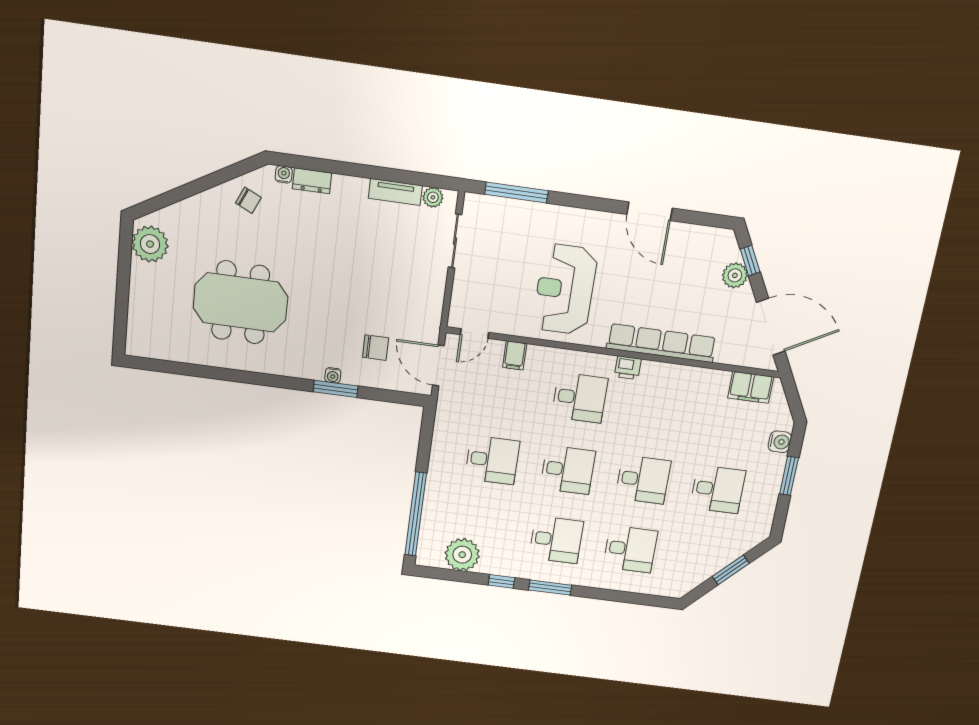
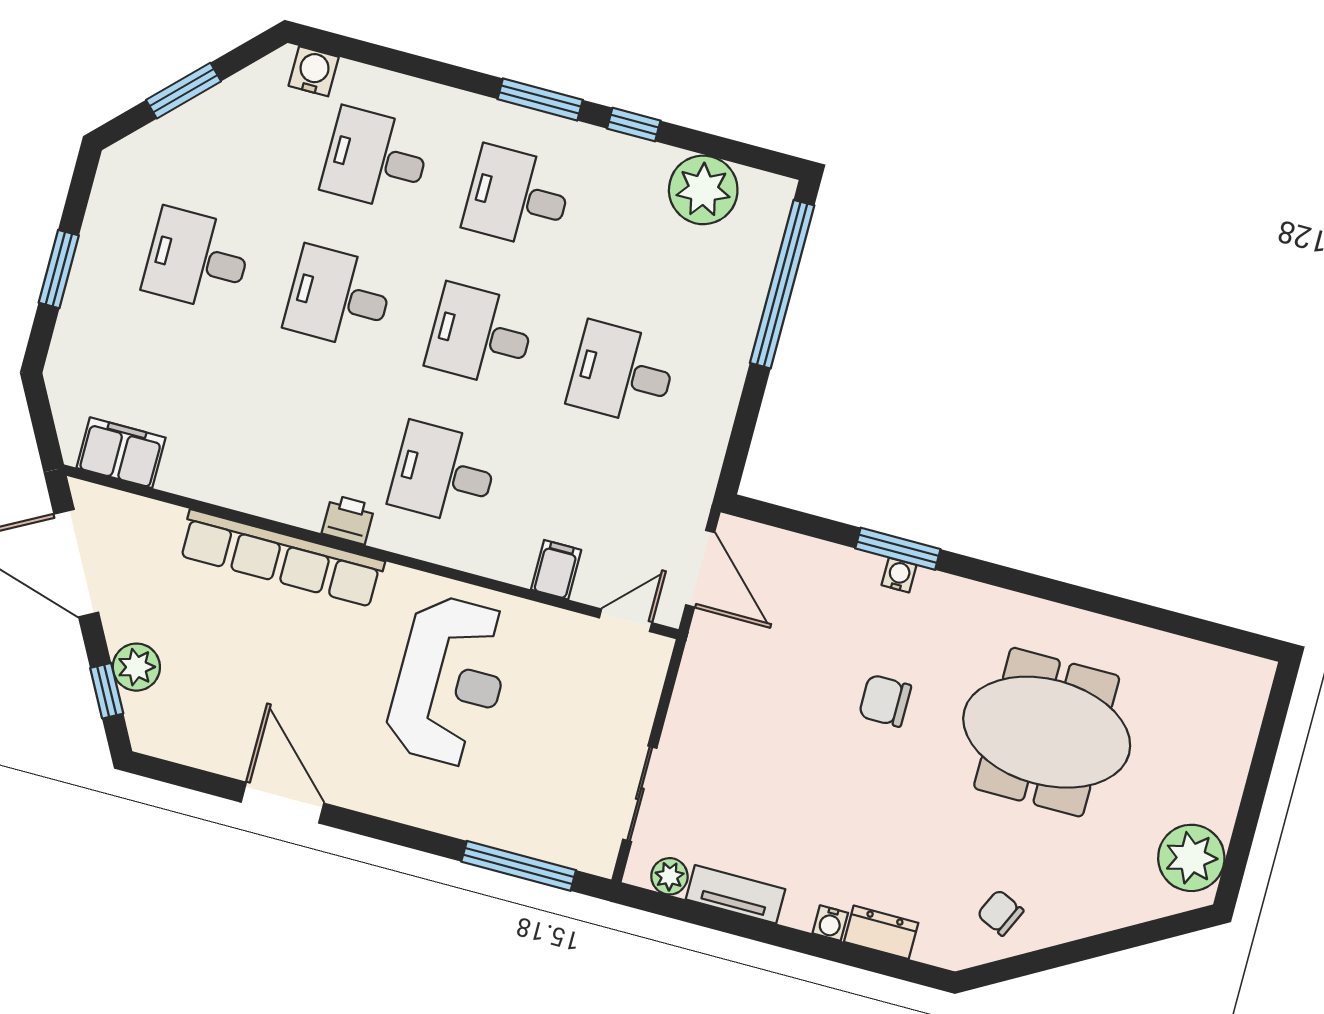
water cooler: (284, 174) -> (830, 923), moved
chair: (376, 348) -> (885, 701), moved
water cooler: (780, 442) -> (314, 71), moved, turned 90

